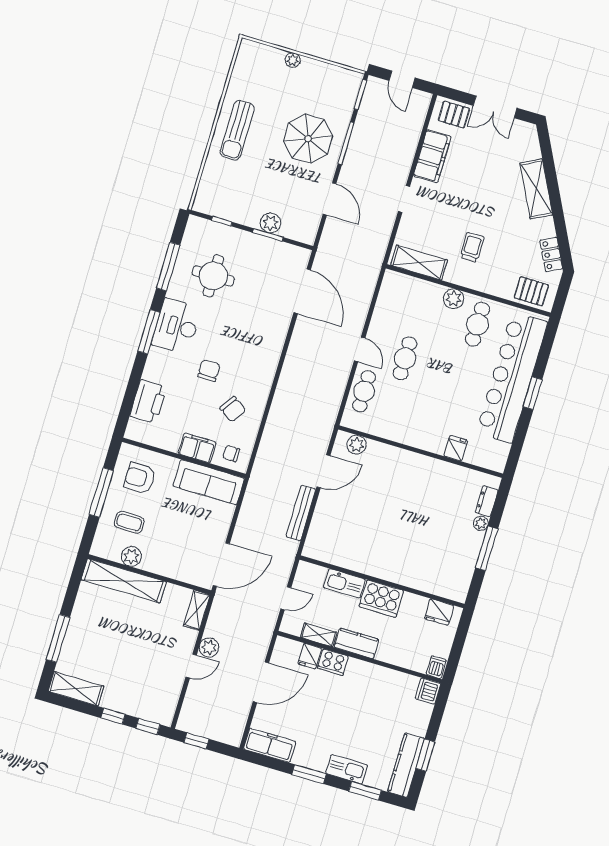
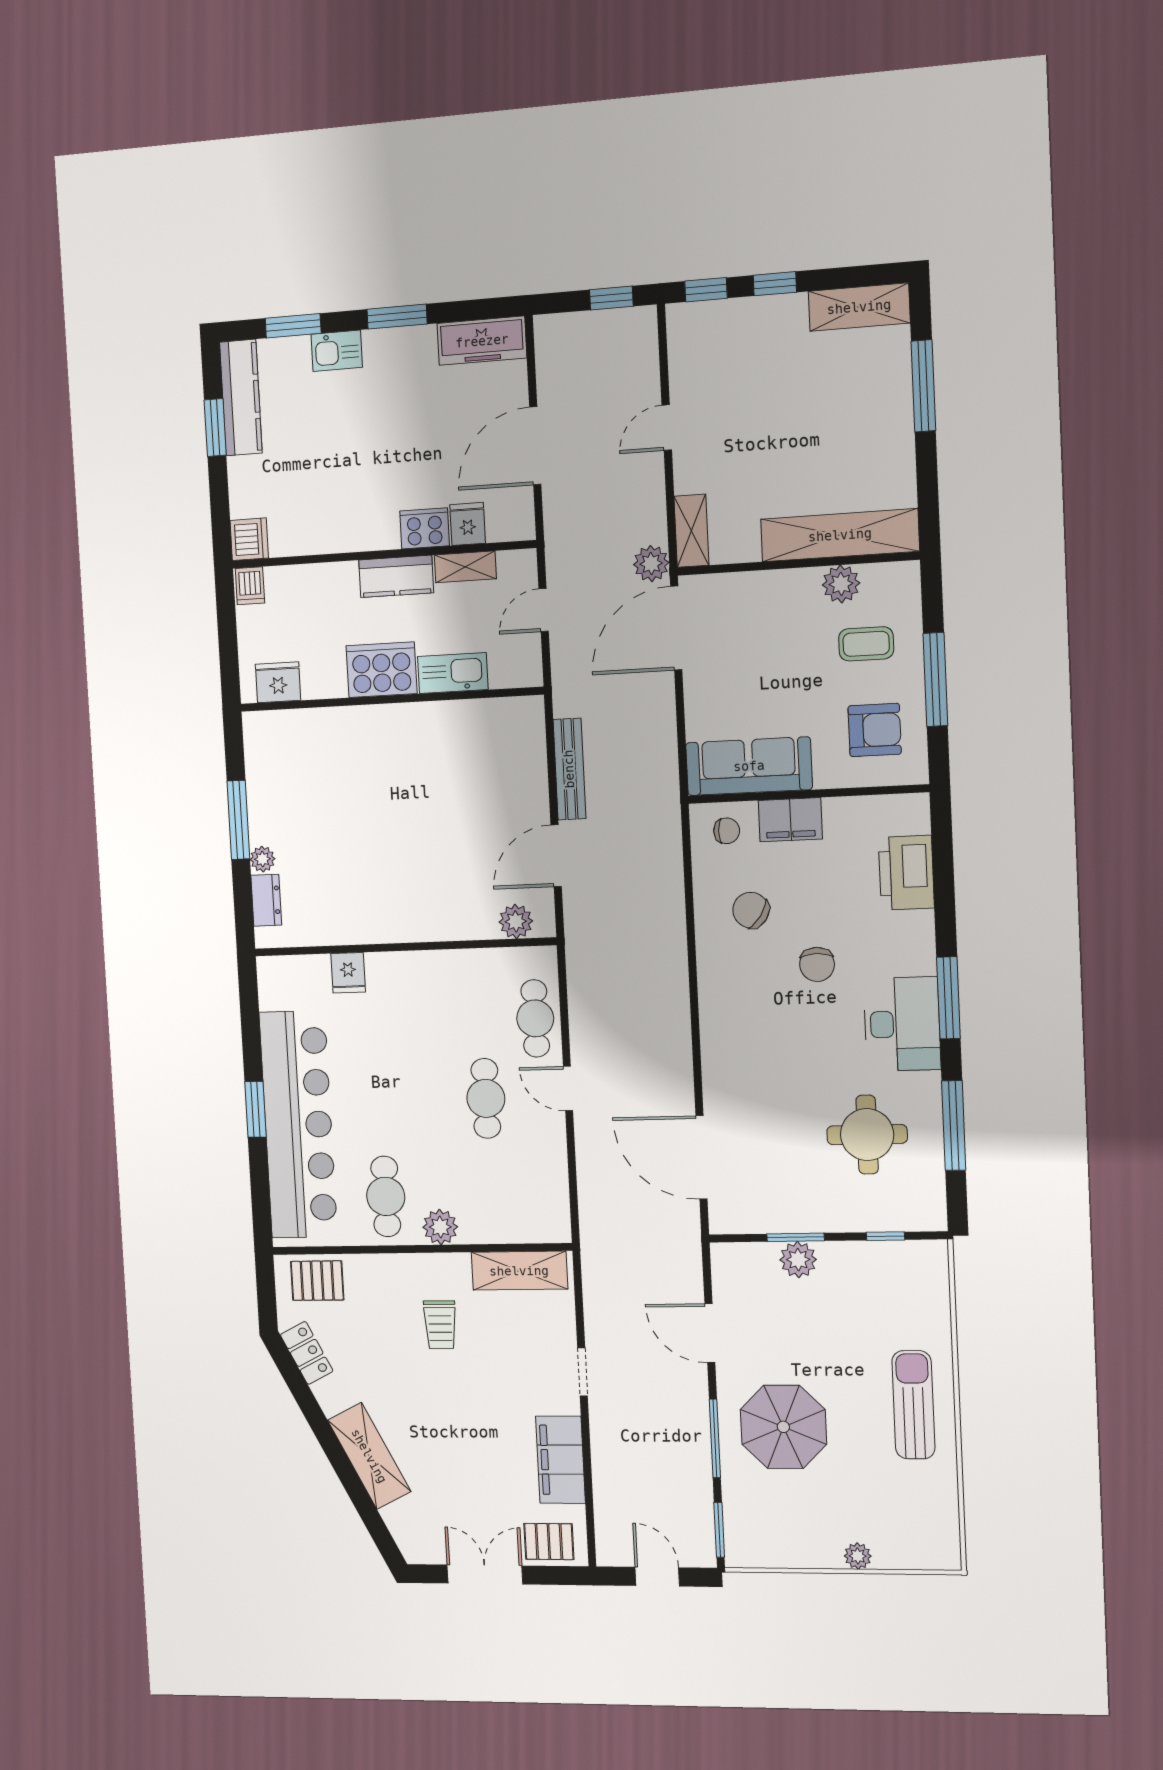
plant: (209, 648) -> (651, 564), moved
kitchen sink: (347, 769) -> (337, 351), width x0.73

